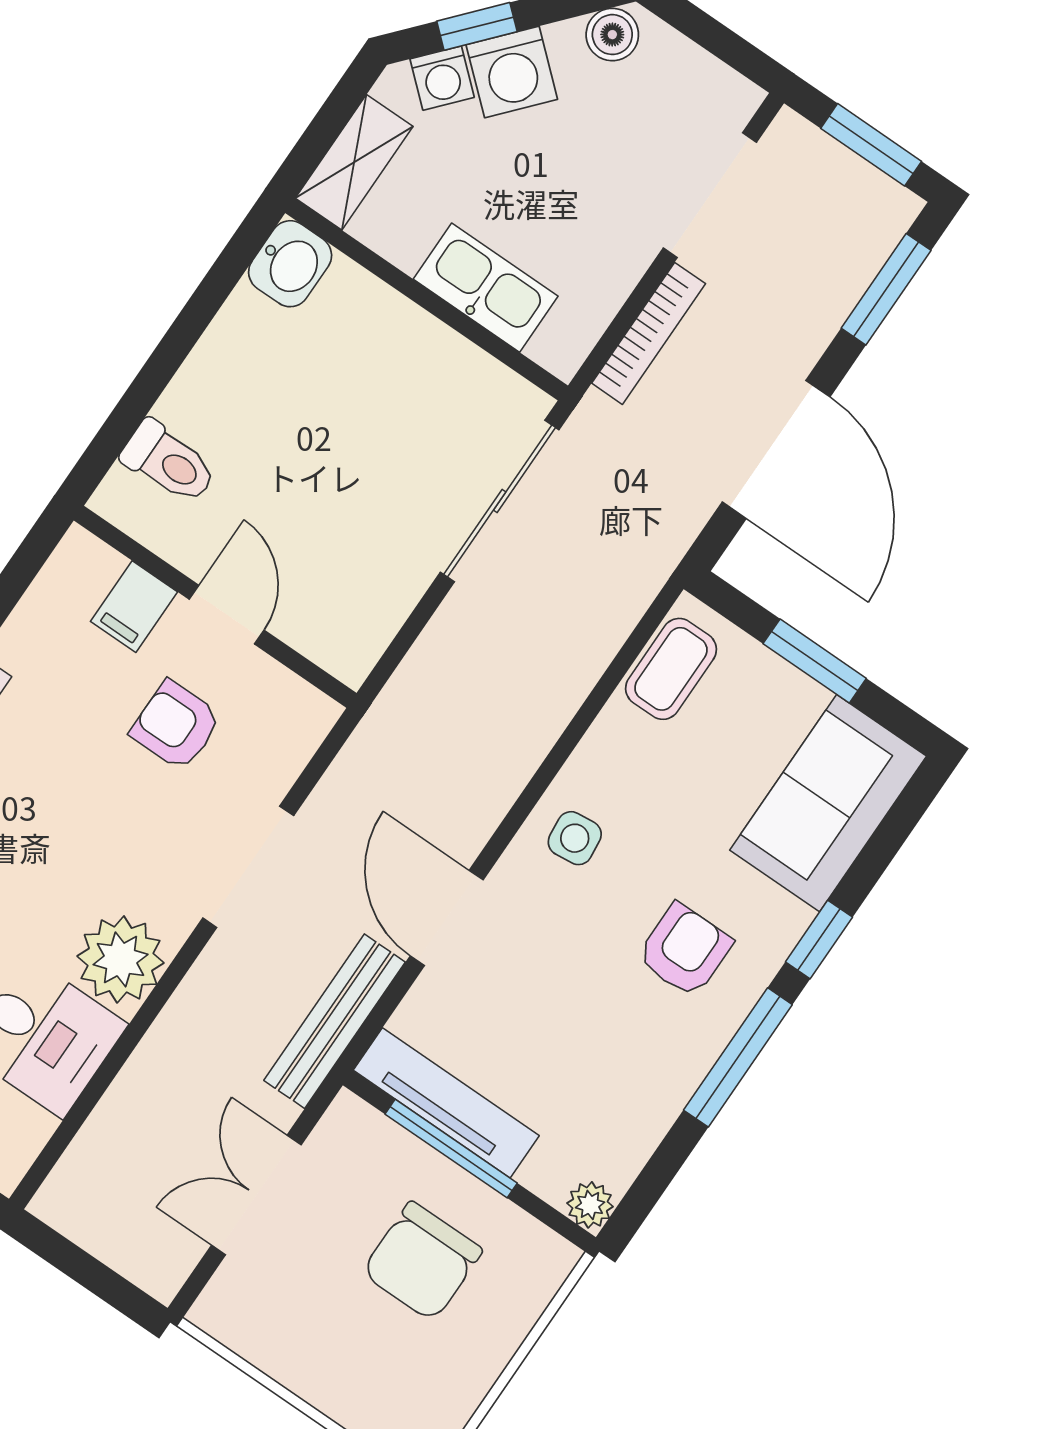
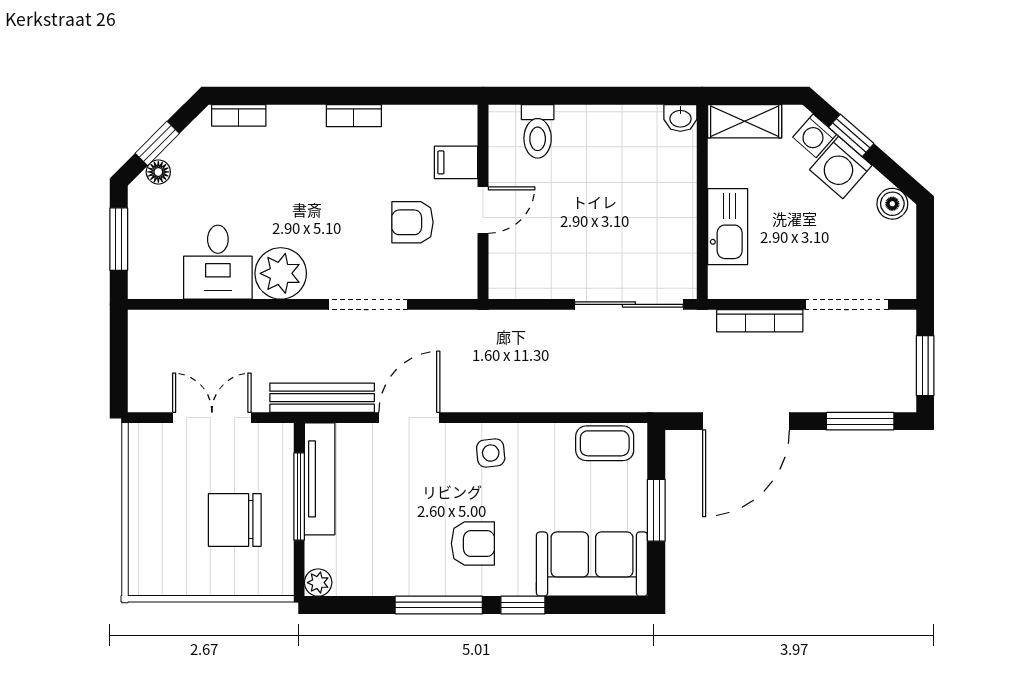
washbasin: (290, 264) -> (680, 118), width x0.72, depth x0.69
armchair: (176, 725) -> (413, 222), turned -90

